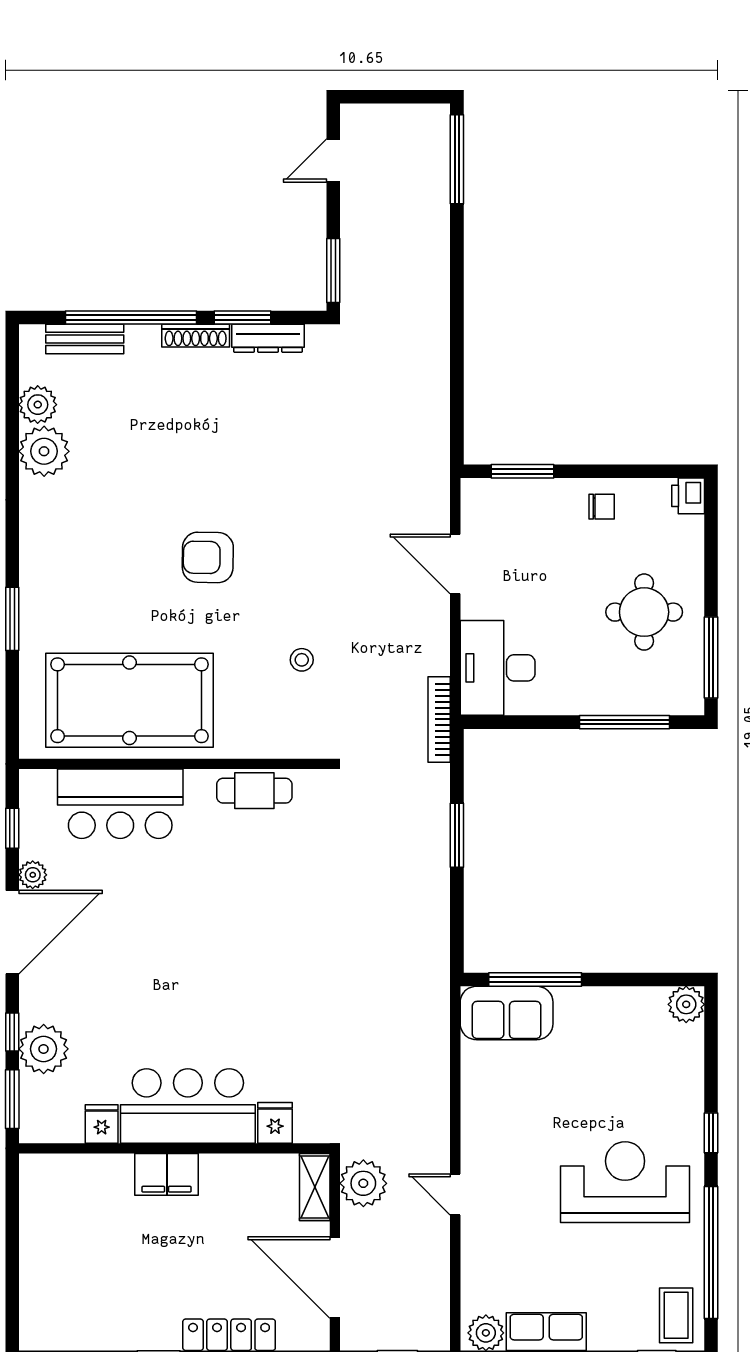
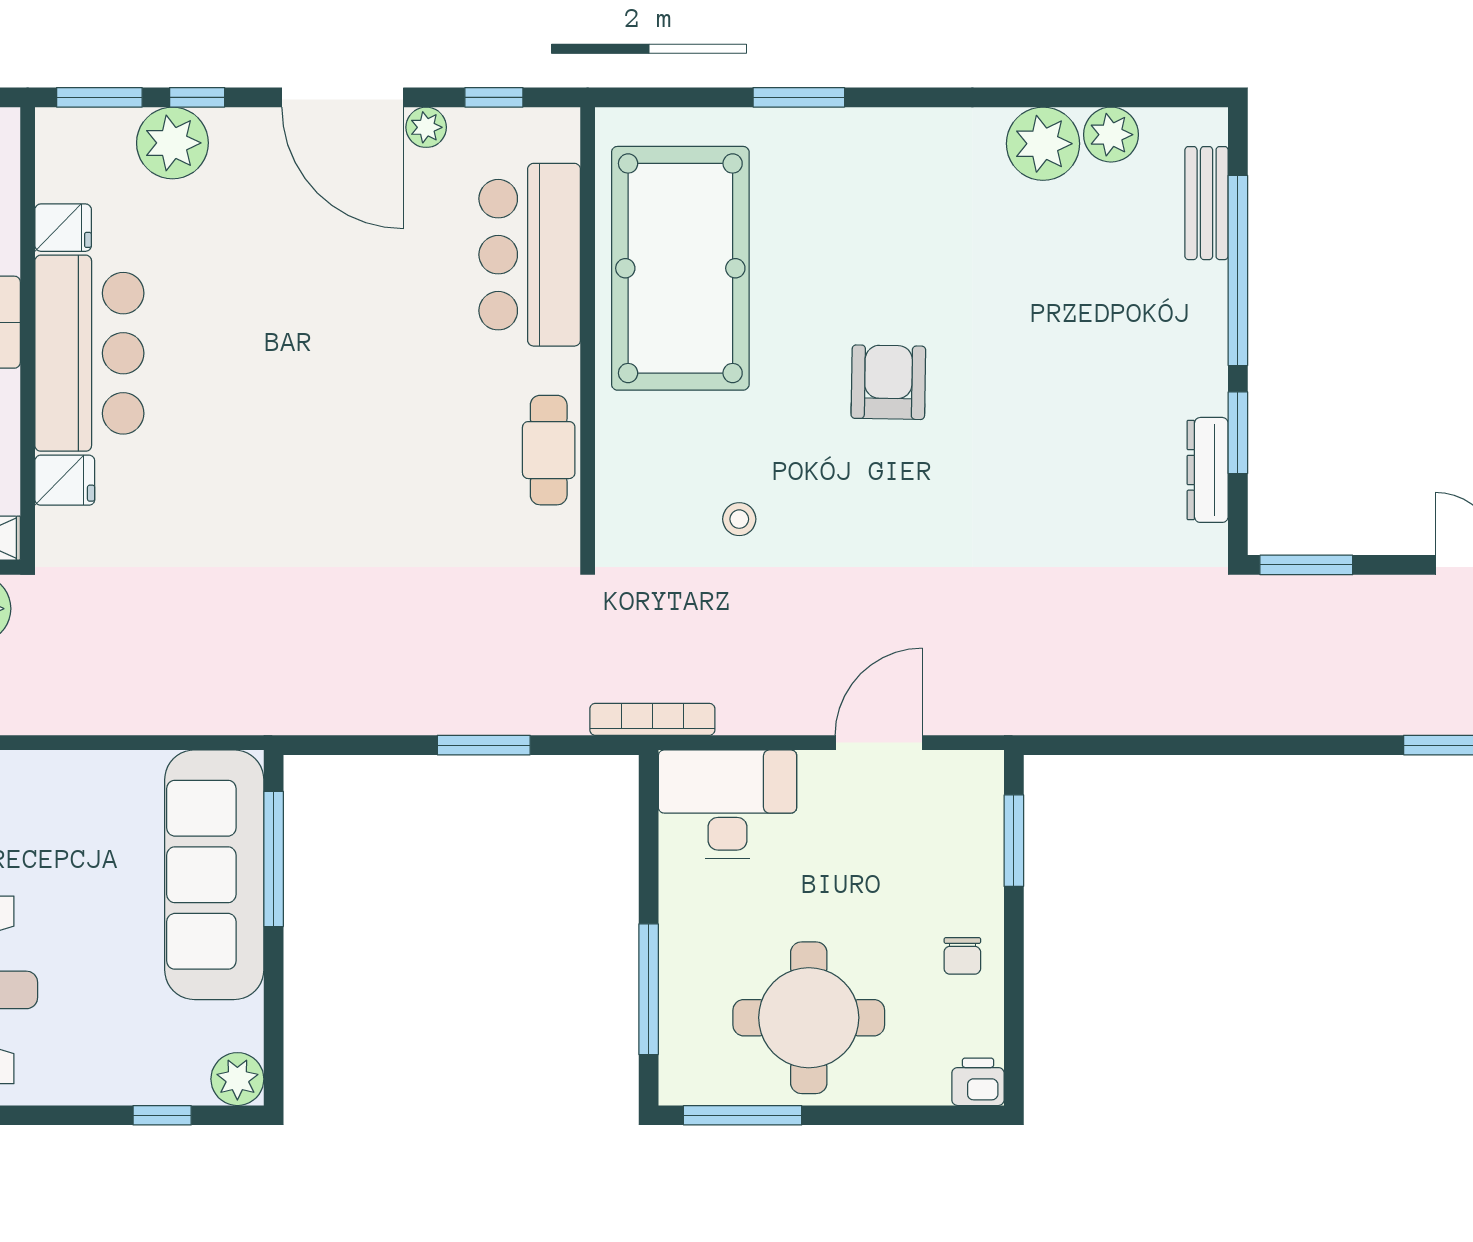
shoe rack: (196, 336) -> (1211, 365), removed
round table: (644, 612) -> (809, 1018), width x1.36, depth x1.36
sofa: (507, 1013) -> (214, 875), width x1.85, depth x1.27
window: (711, 1133) -> (162, 1115), moved

